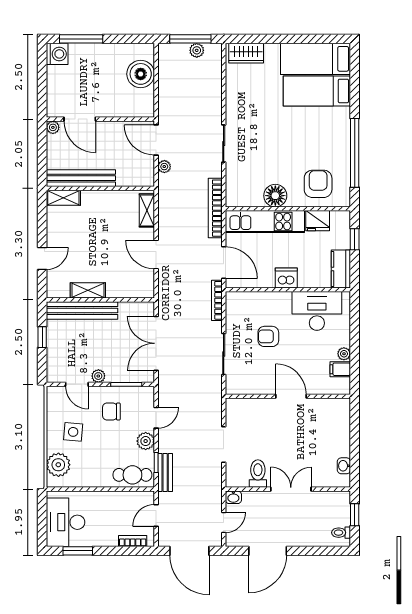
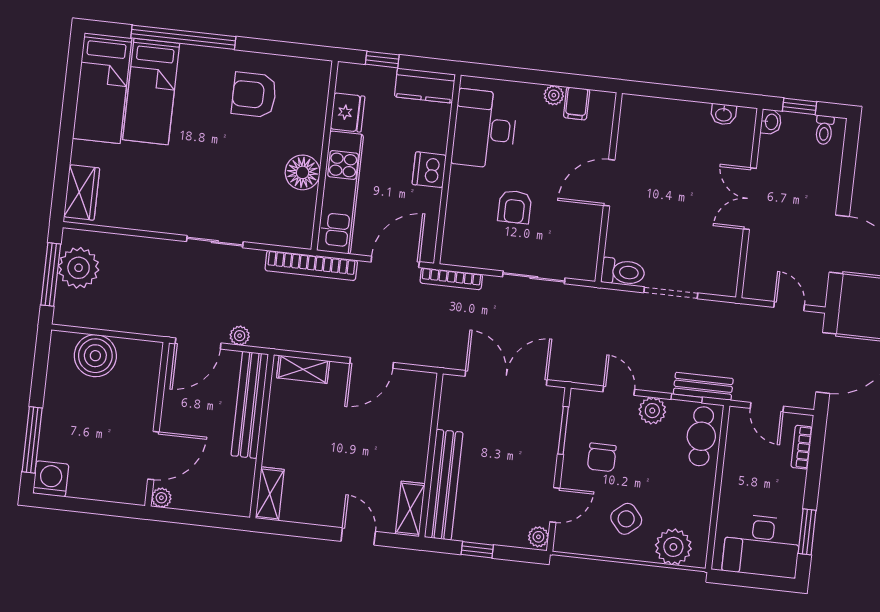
plant: (197, 50) -> (79, 268), width x1.88, depth x1.88
window: (355, 153) -> (183, 37), moved
bench: (81, 178) -> (250, 405), moved
armchair: (318, 184) -> (254, 95), moved
shelving: (88, 290) -> (410, 509), moved
double door: (156, 343) -> (506, 378), swing flipped
plant: (98, 376) -> (538, 537), moved
side table: (73, 432) -> (626, 519), turned 45
toilet: (258, 474) -> (623, 272), moved, turned 180
washbasin: (233, 497) -> (771, 122), moved

